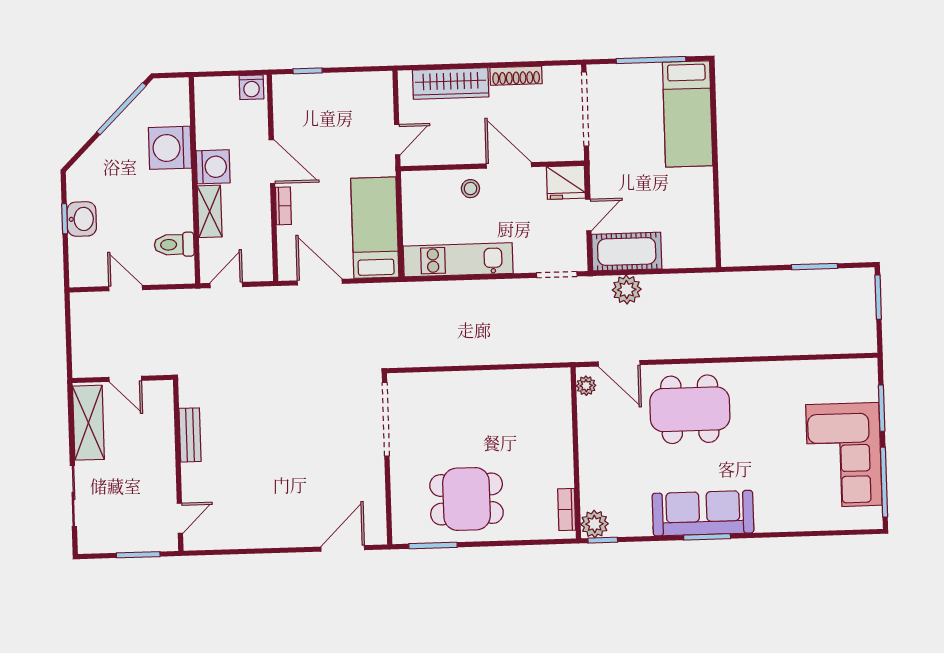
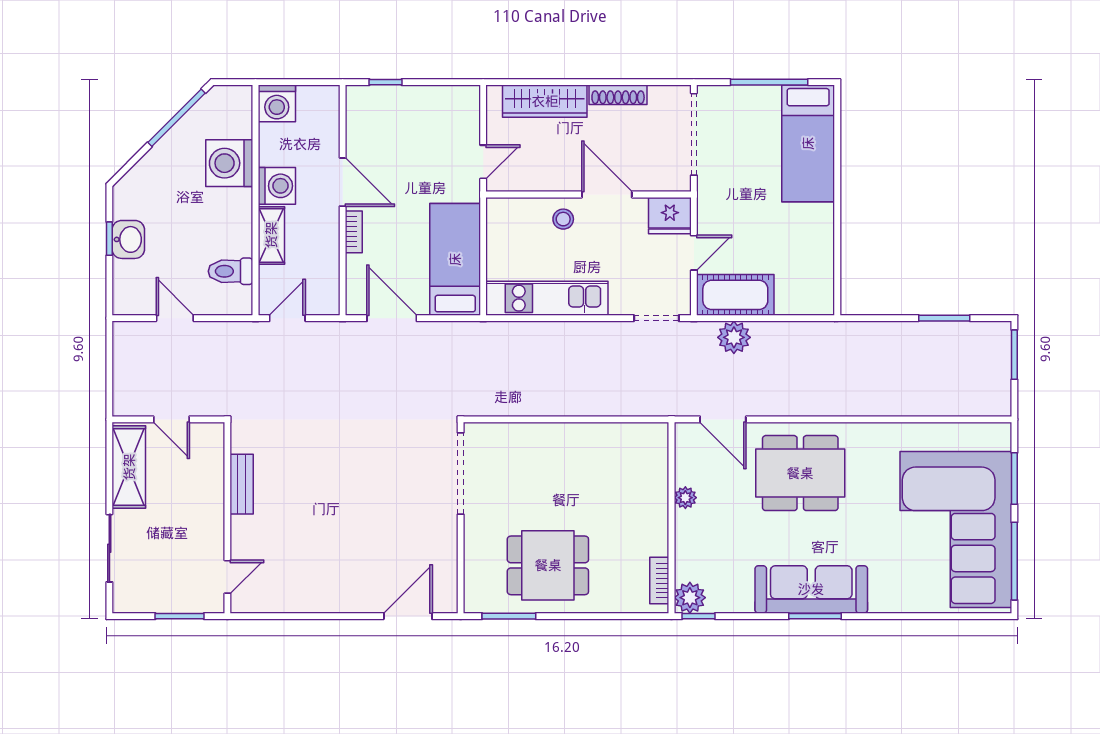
washing machine: (251, 87) -> (277, 103), moved, width x1.38, depth x1.38
plant: (586, 386) -> (685, 498), moved
corner sofa: (844, 455) -> (956, 529), width x1.36, depth x1.36

